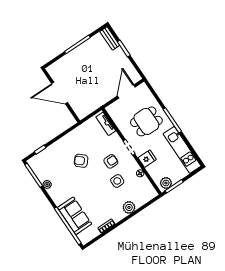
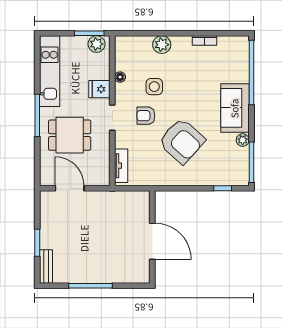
door: (126, 91) -> (70, 188), swing flipped
armchair: (81, 161) -> (182, 141), width x1.88, depth x1.88
sofa: (75, 216) -> (235, 108), moved

